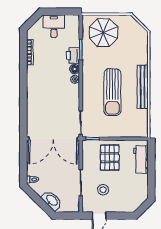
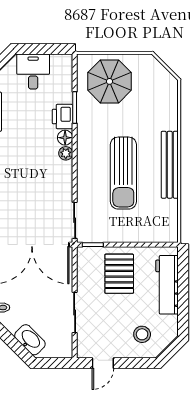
workbench: (141, 159) -> (167, 285), width x1.38
stool: (103, 190) -> (142, 334), moved

